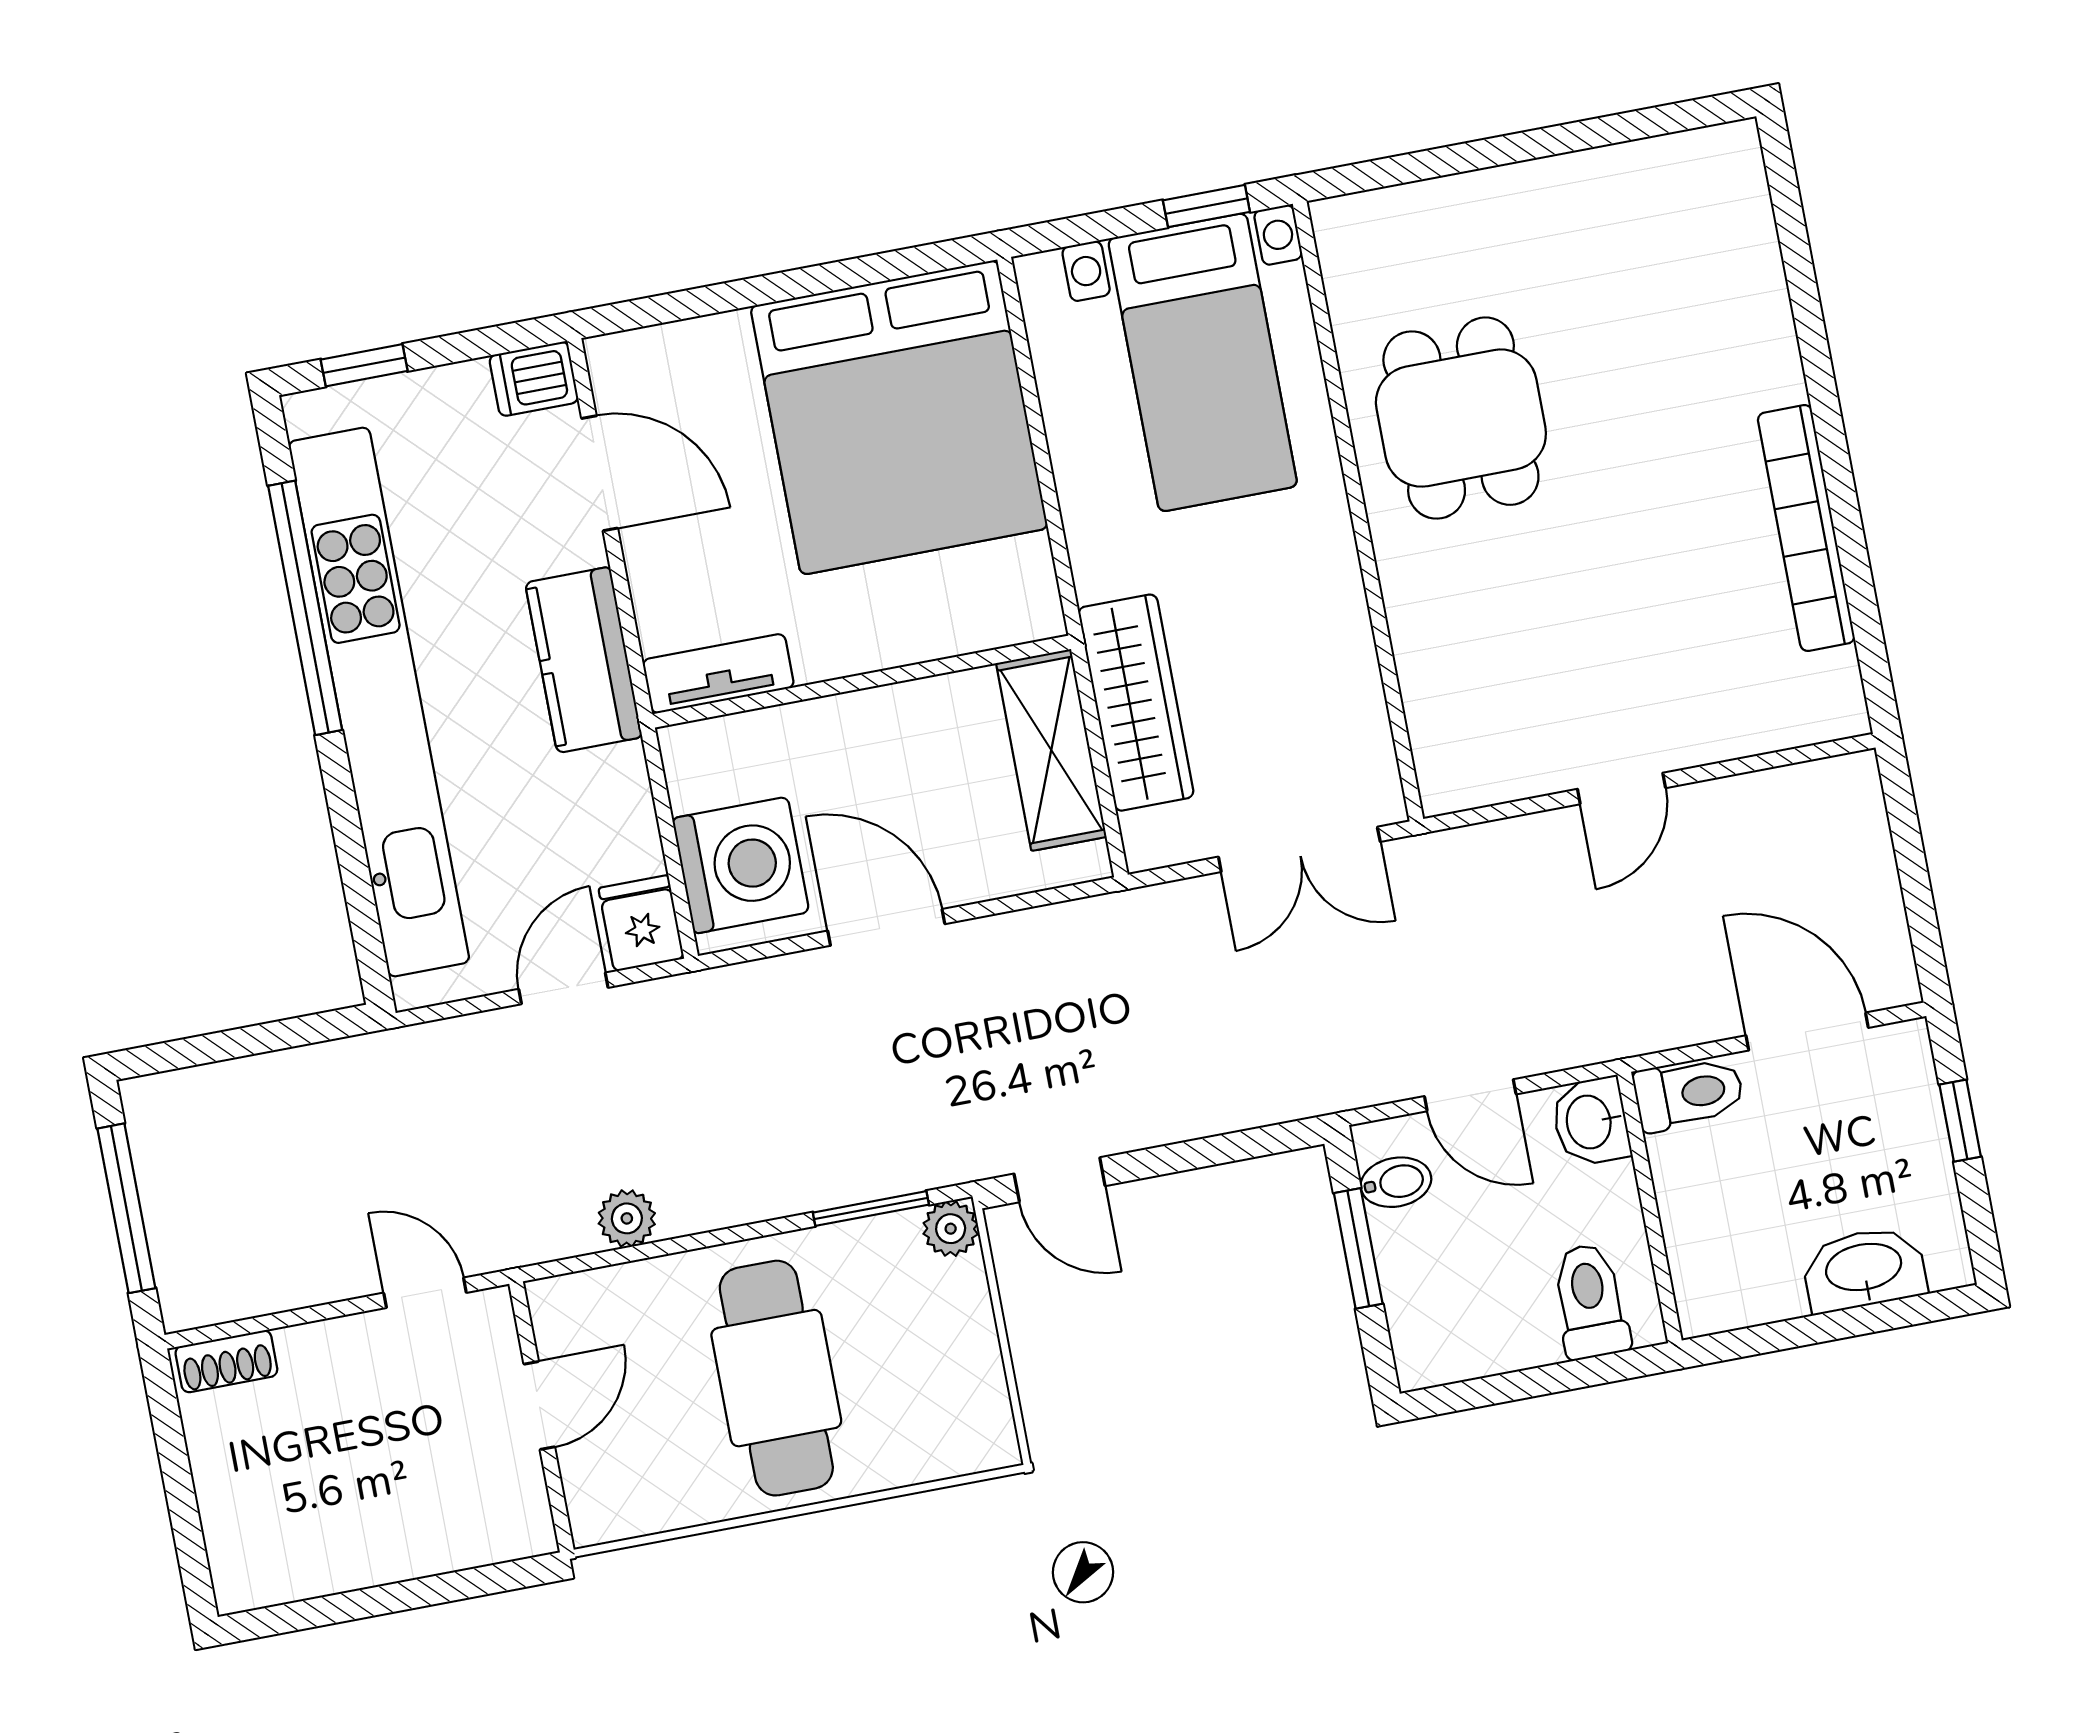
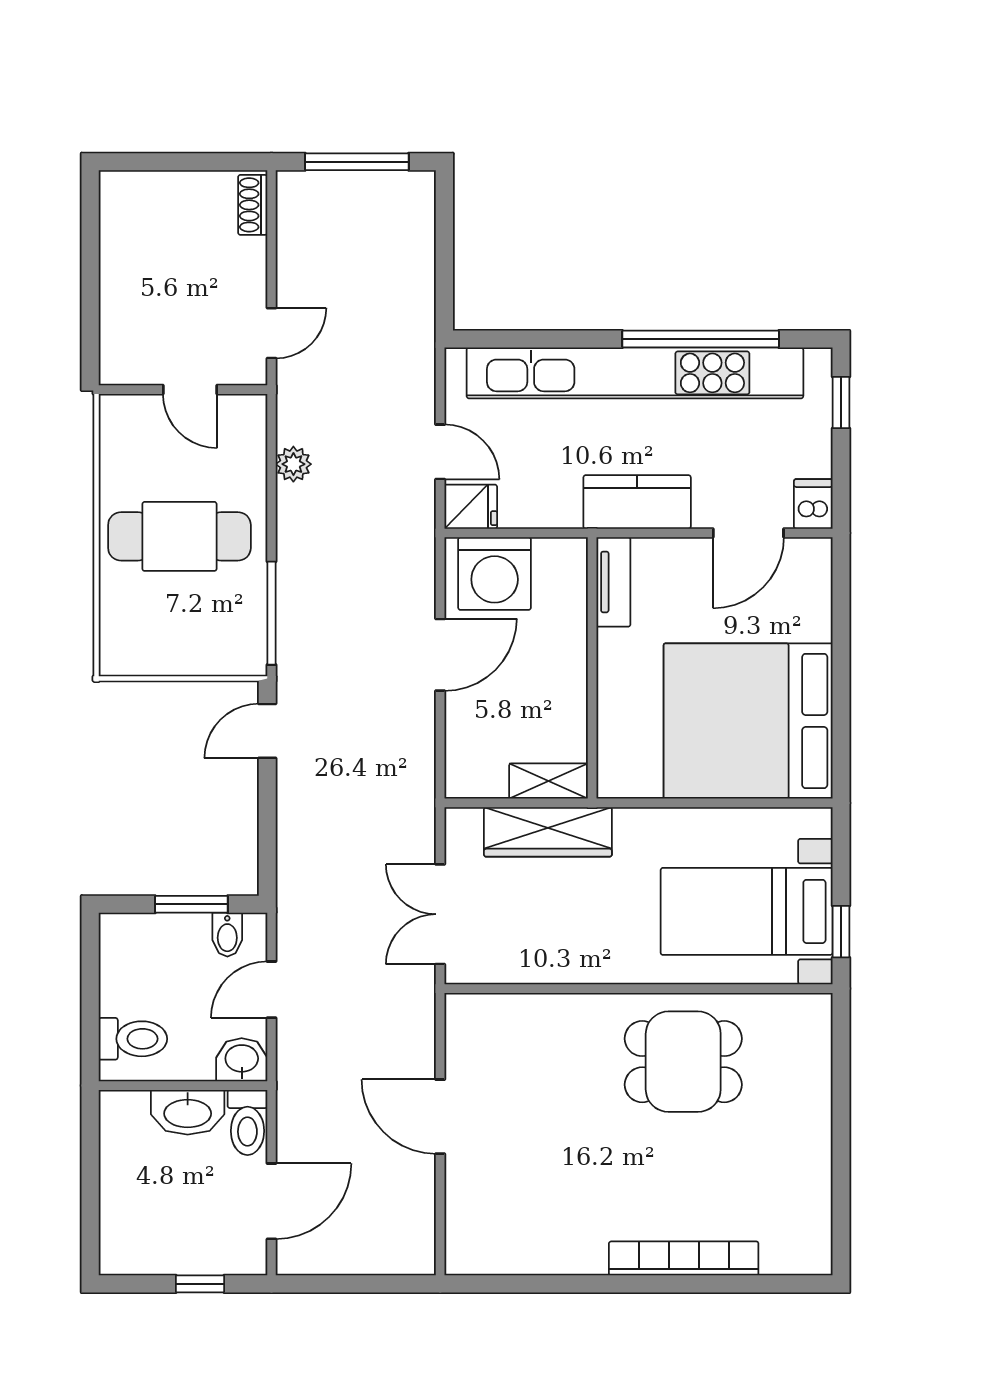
bookcase: (1806, 528) -> (684, 1258), moved
shelving: (1051, 750) -> (549, 781), width x0.67, depth x0.75
door: (1622, 788) -> (440, 1117), width x1.38
window: (871, 1209) -> (271, 613), width x1.44
plant: (951, 1229) -> (250, 659), removed
washbasin: (1864, 1269) -> (188, 1112), moved, turned 90

